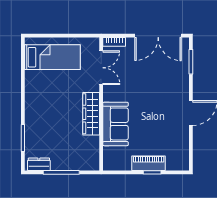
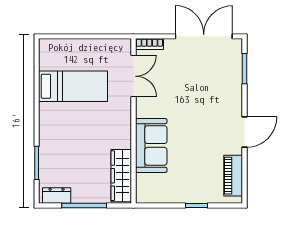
double door: (158, 36) -> (204, 36), swing flipped
bed: (52, 57) -> (73, 86), moved
wardrobe: (91, 114) -> (121, 176), moved
piano: (149, 163) -> (233, 176), moved, turned -90

